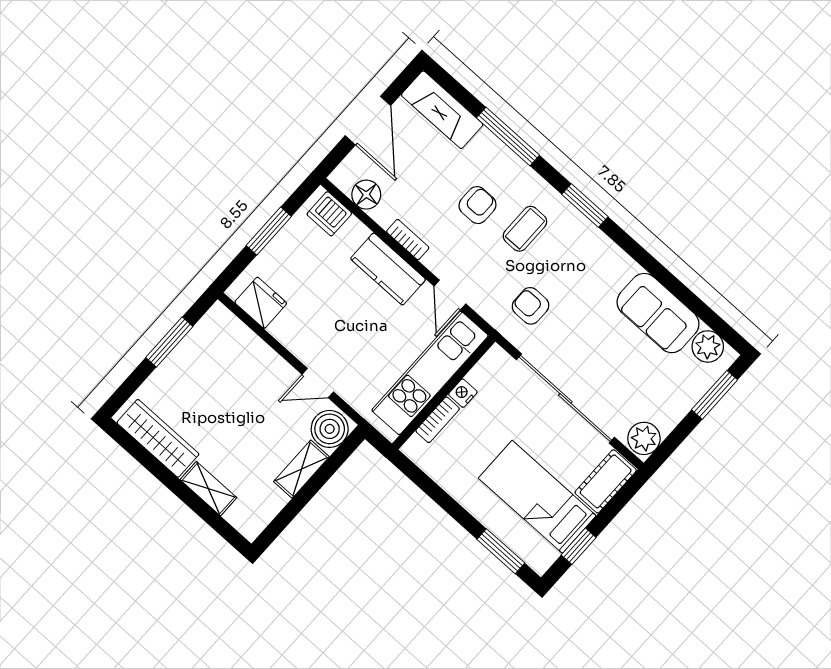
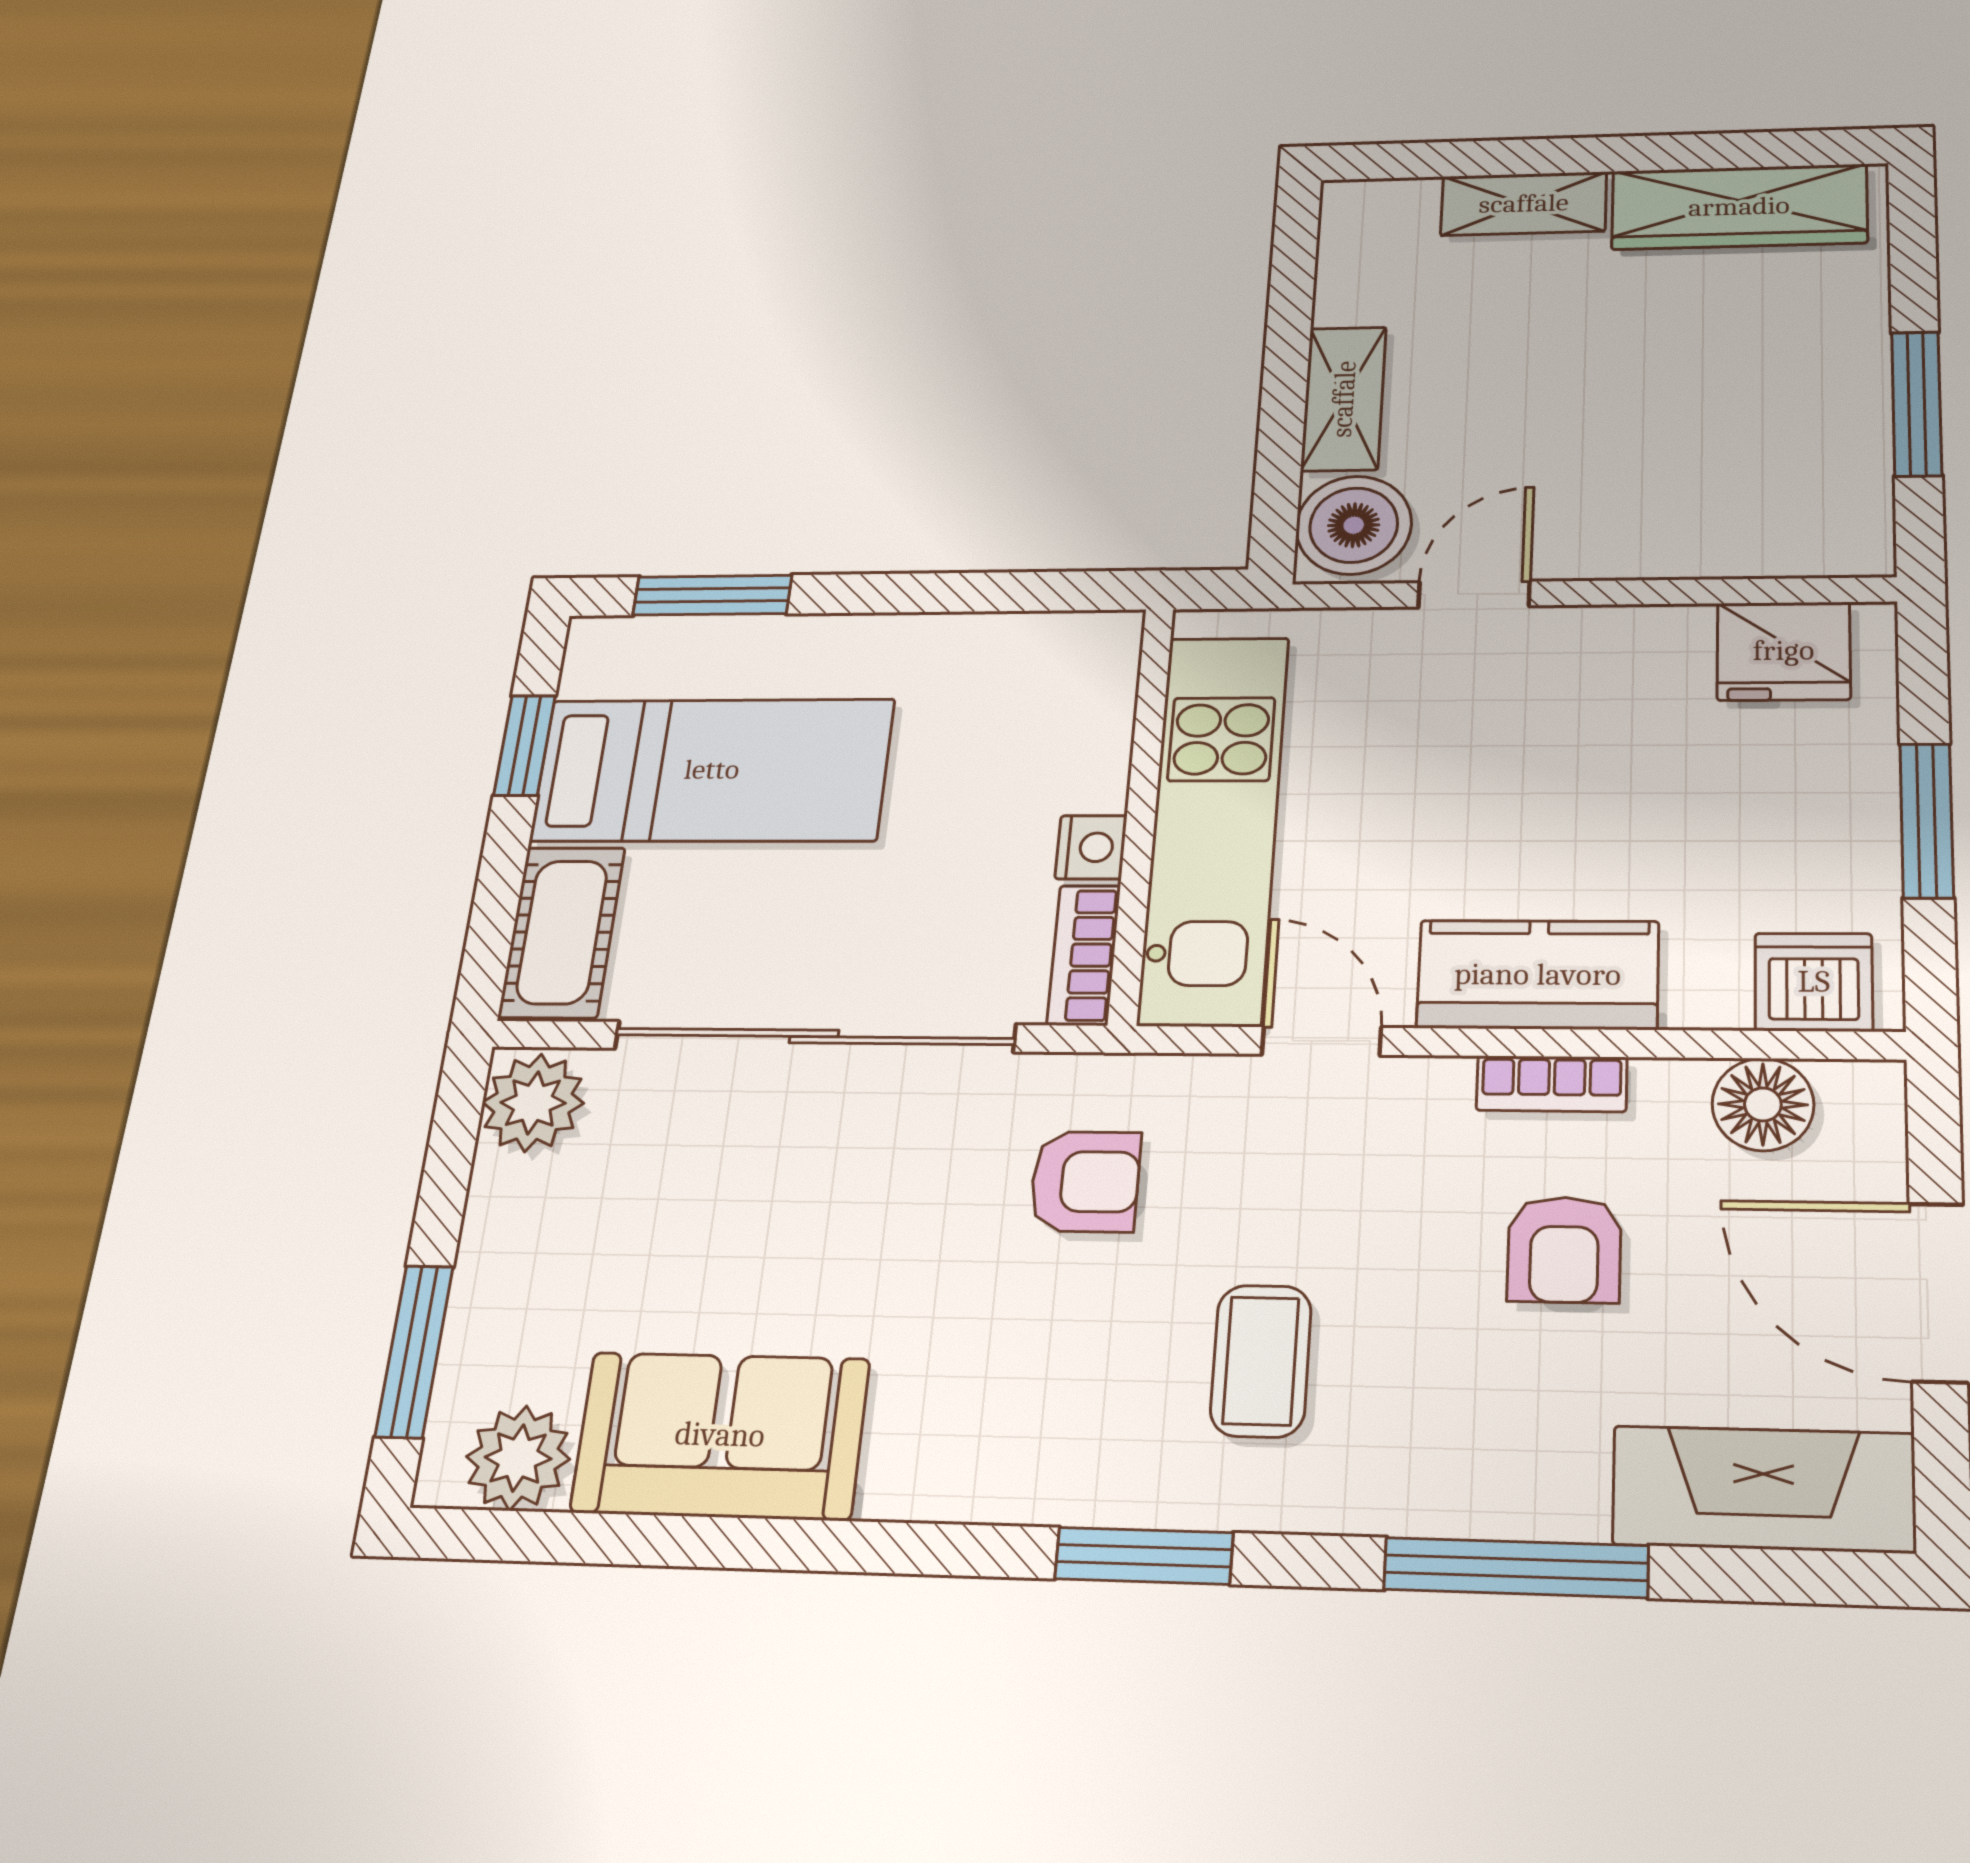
armchair: (477, 205) -> (1564, 1250), moved
bookcase: (438, 420) -> (1084, 955), moved

